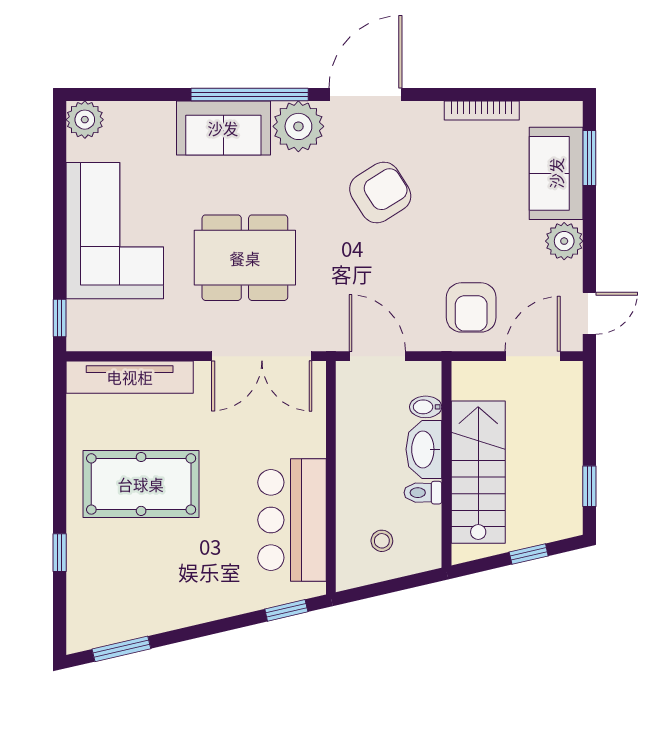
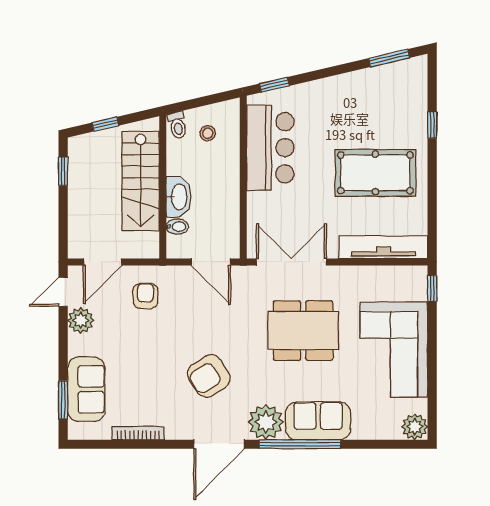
plant: (564, 241) -> (81, 320), moved
armchair: (471, 307) -> (145, 296), width x0.72, depth x0.72
toilet: (423, 493) -> (177, 125), moved, turned 77

